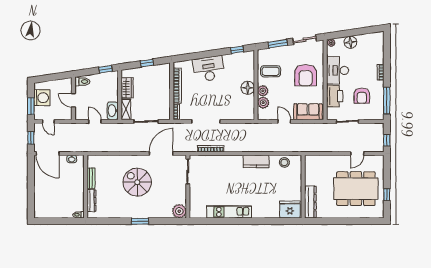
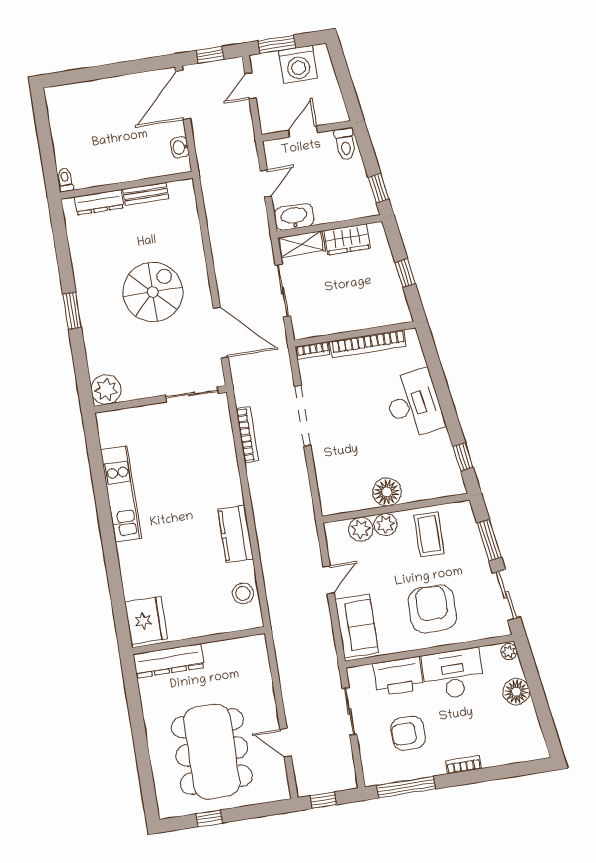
armchair: (306, 75) -> (432, 609), turned 90

